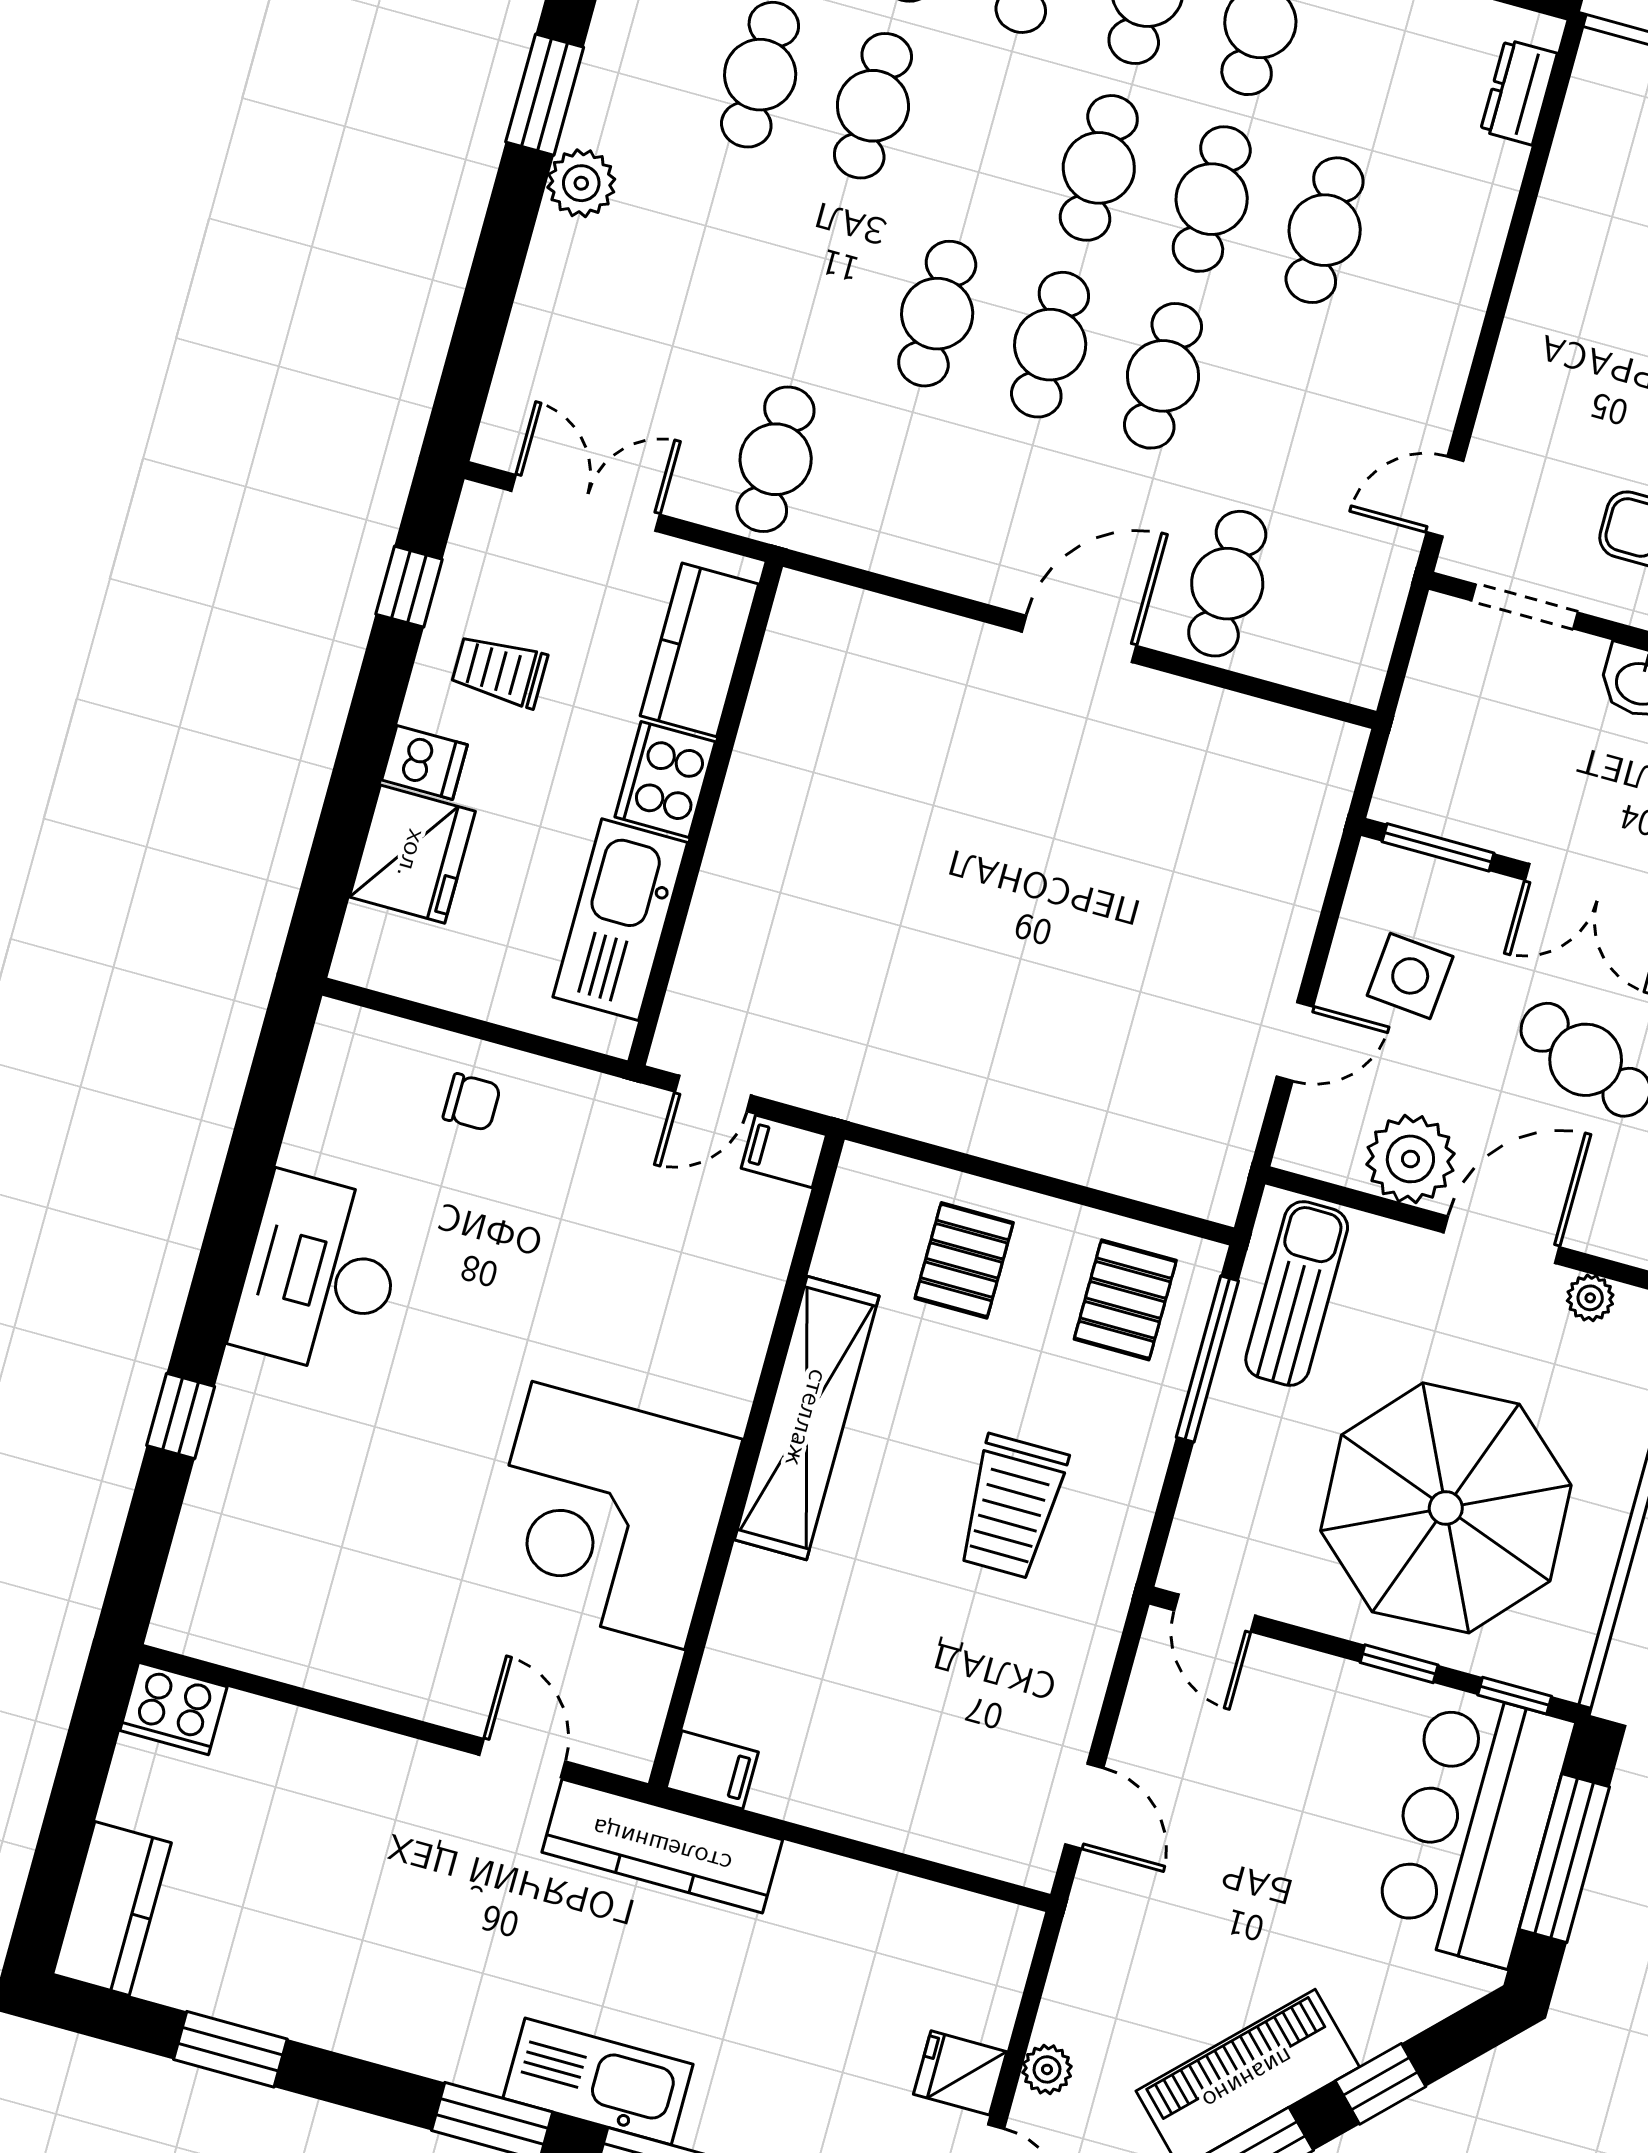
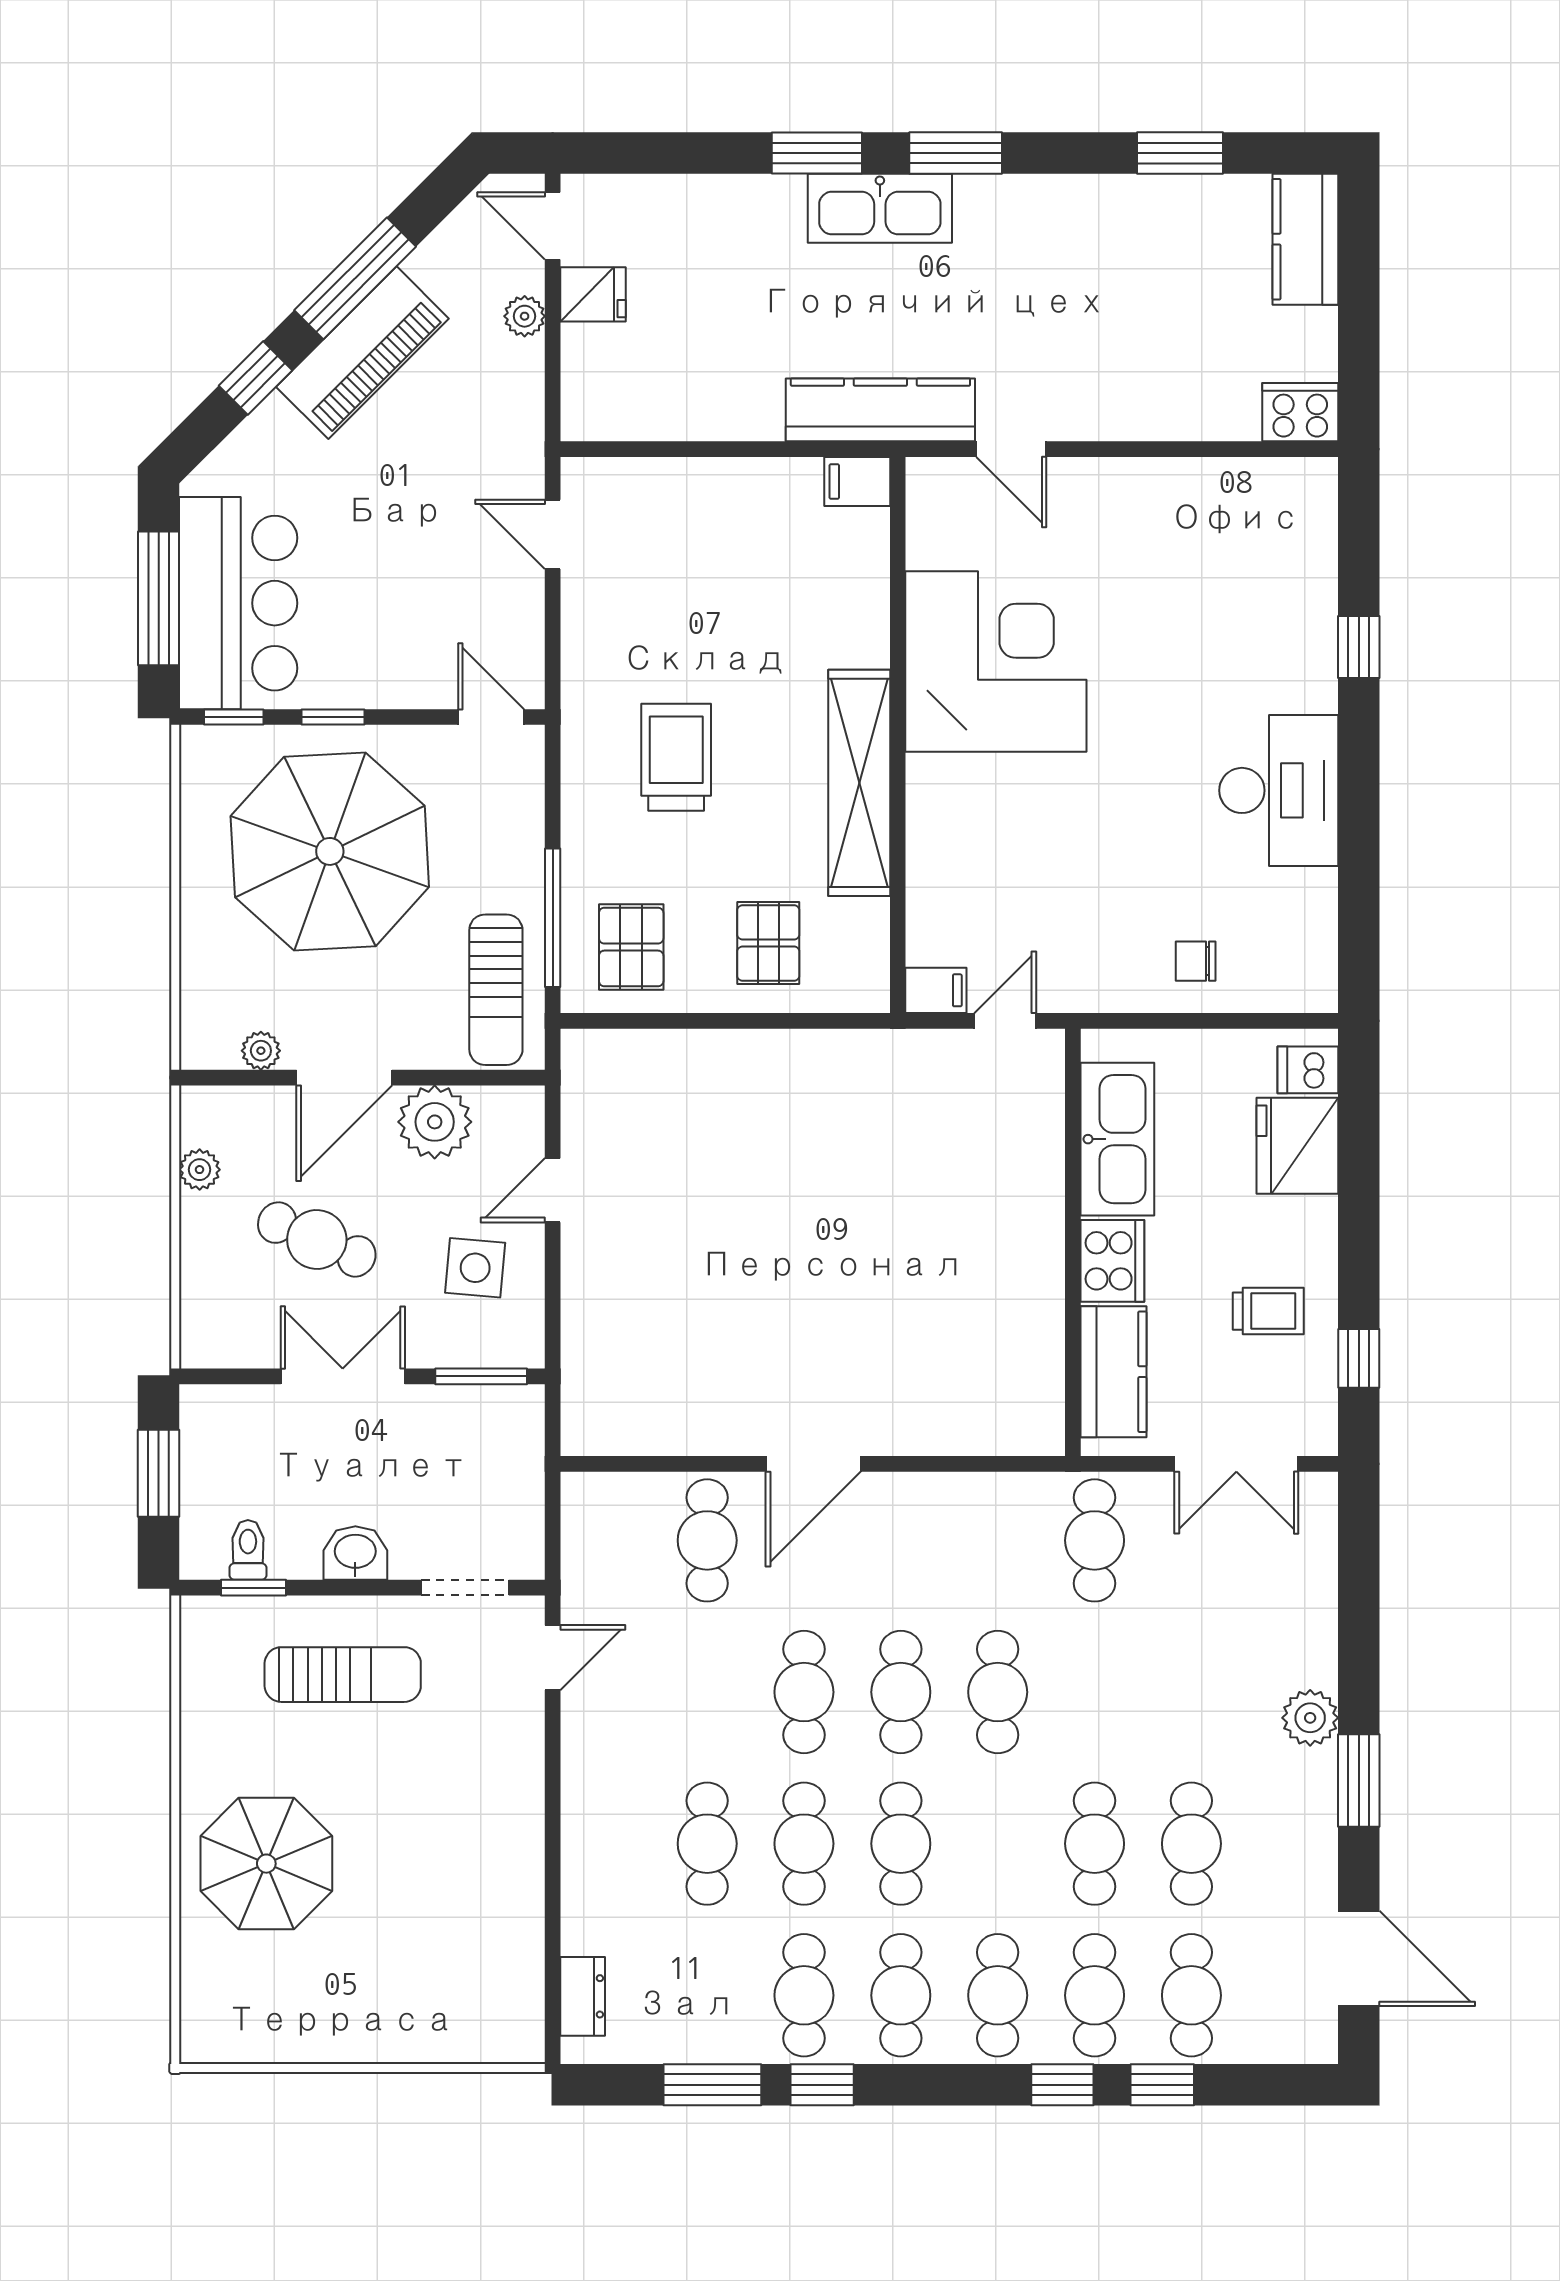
dishwasher: (425, 762) -> (1308, 1070), moved

